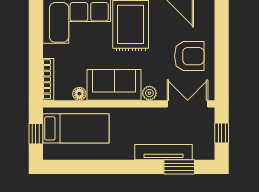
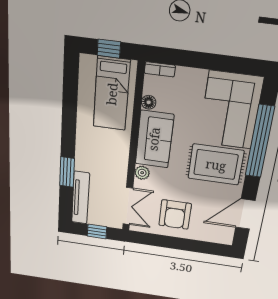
bookcase: (48, 79) -> (160, 69), width x0.64
tv unit: (164, 152) -> (80, 198), moved
window: (179, 167) -> (67, 172), moved

